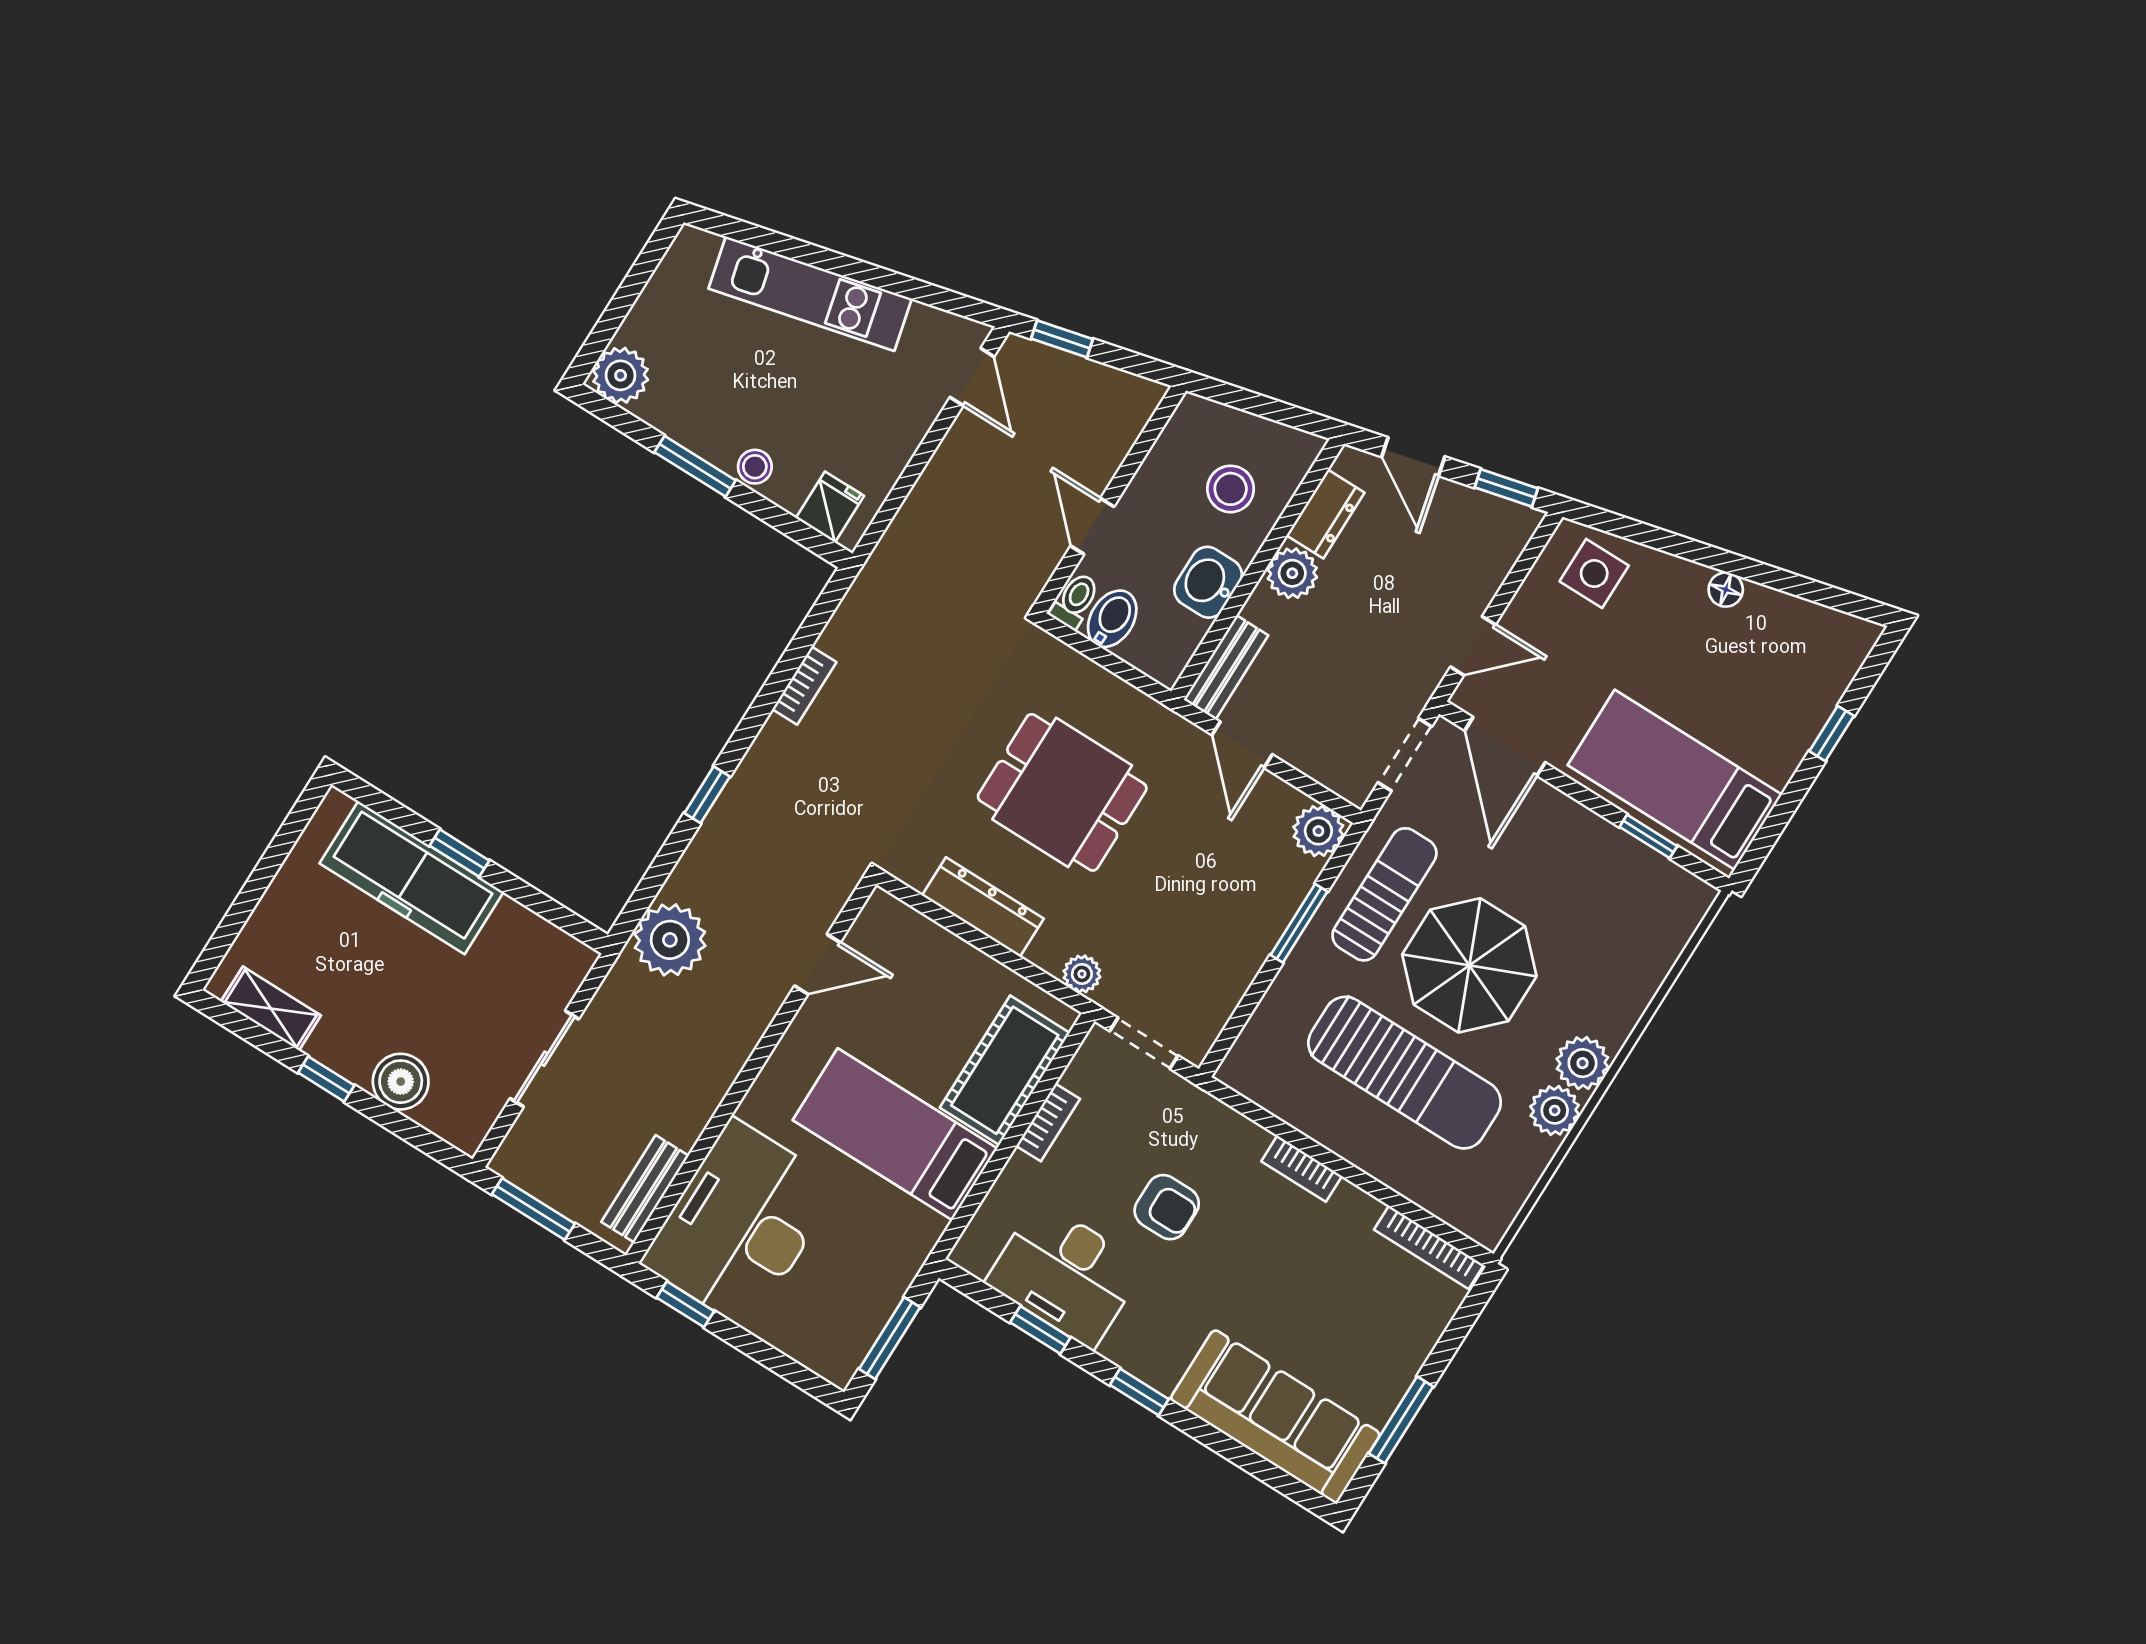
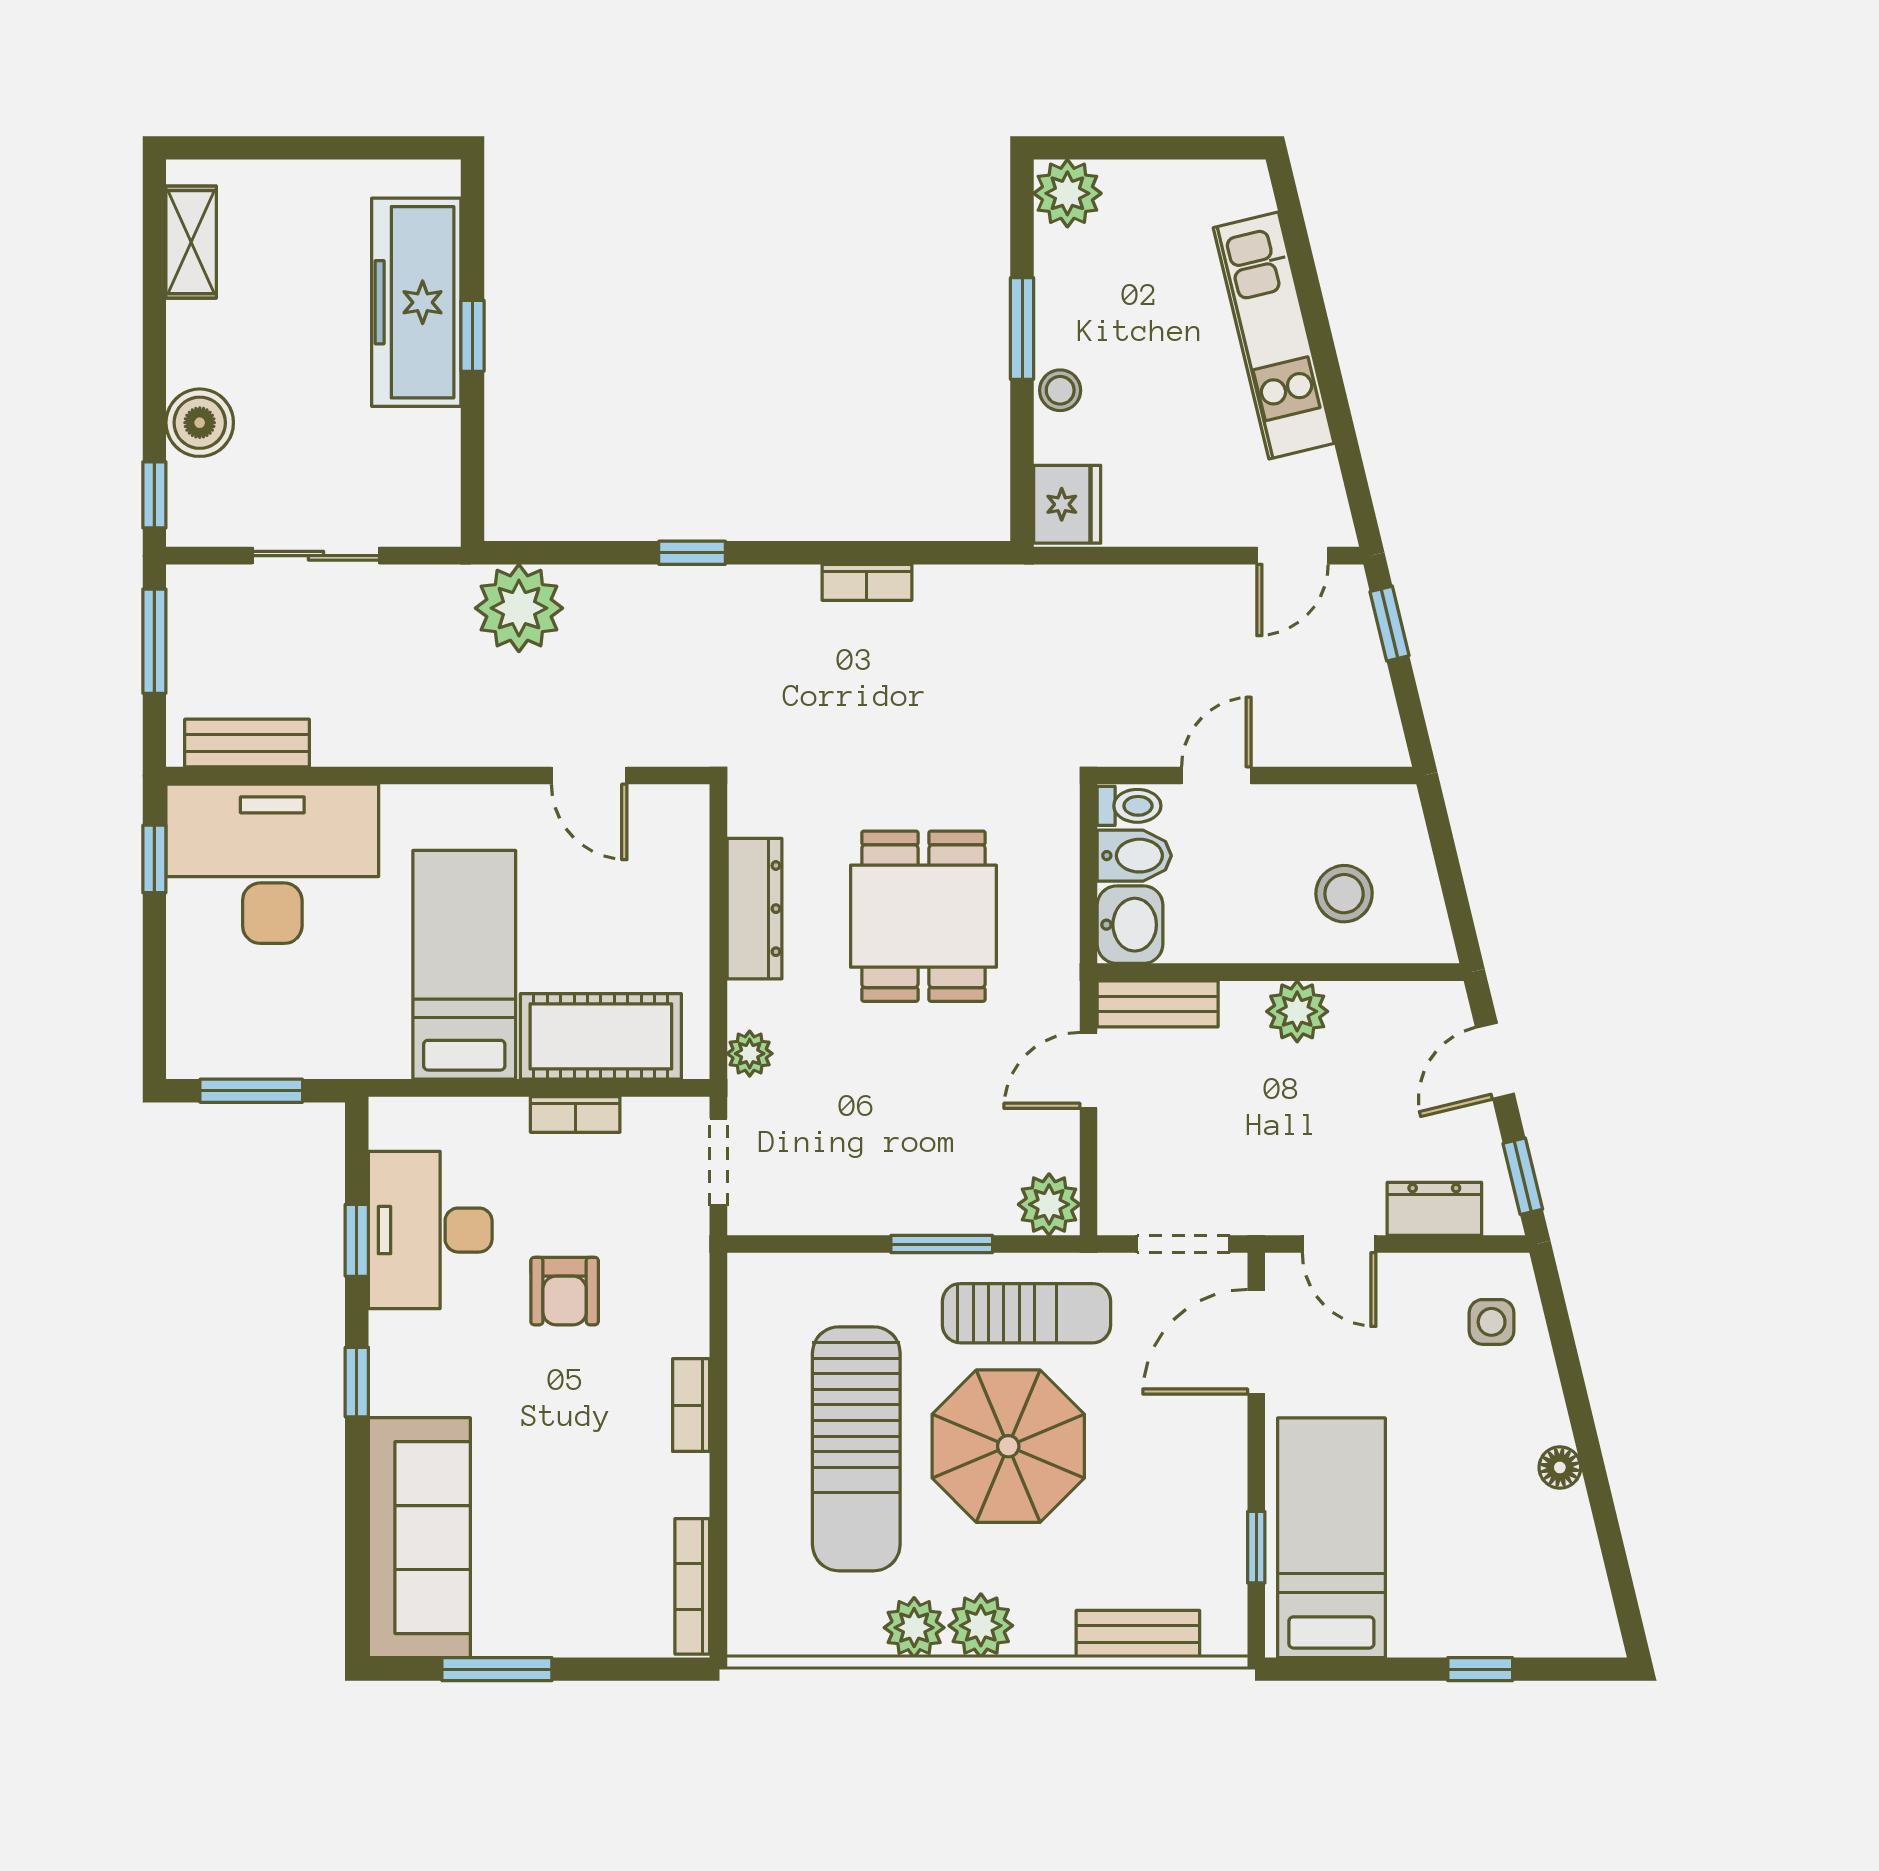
fridge: (830, 507) -> (1067, 504), width x1.38
dresser: (1326, 514) -> (1434, 1209), moved, turned 180
side table: (1594, 573) -> (1492, 1322), width x0.73, depth x0.73
washbasin: (1208, 582) -> (1130, 925), moved, turned 90
bench: (1657, 957) -> (1138, 1634), added
window: (326, 1079) -> (154, 495), moved

